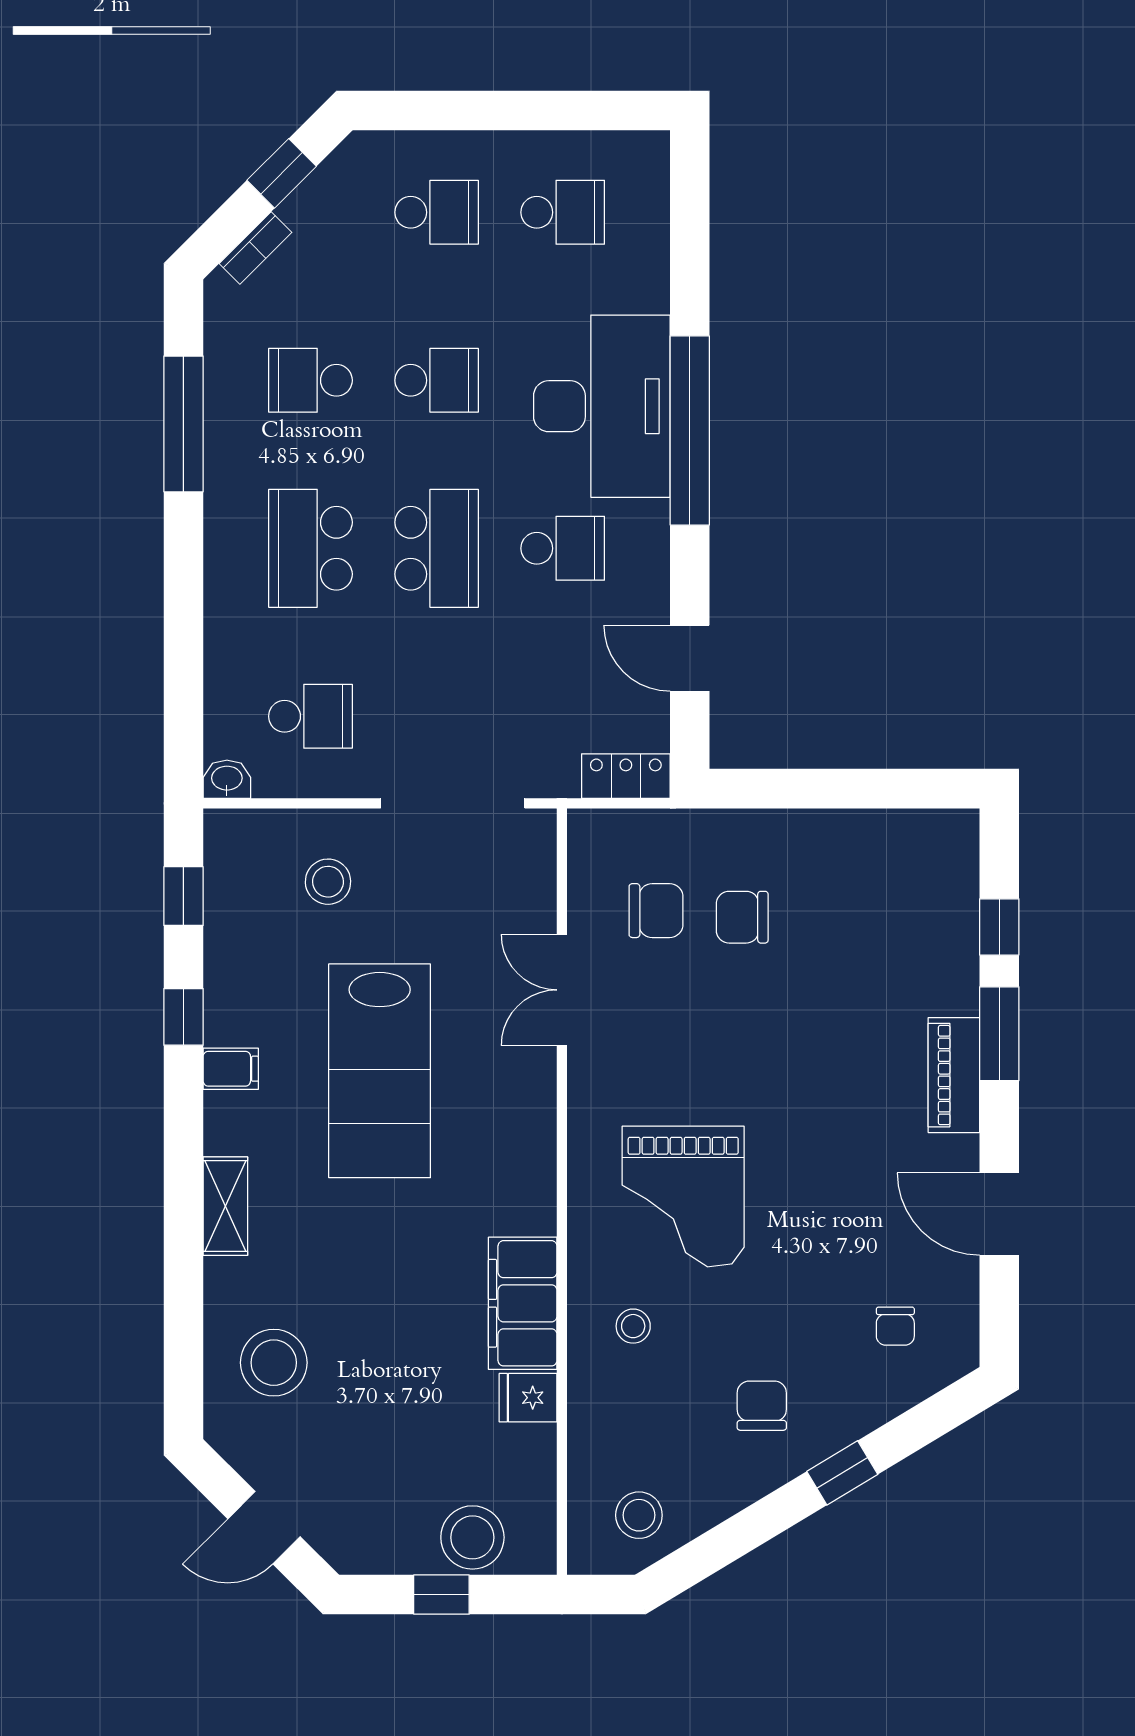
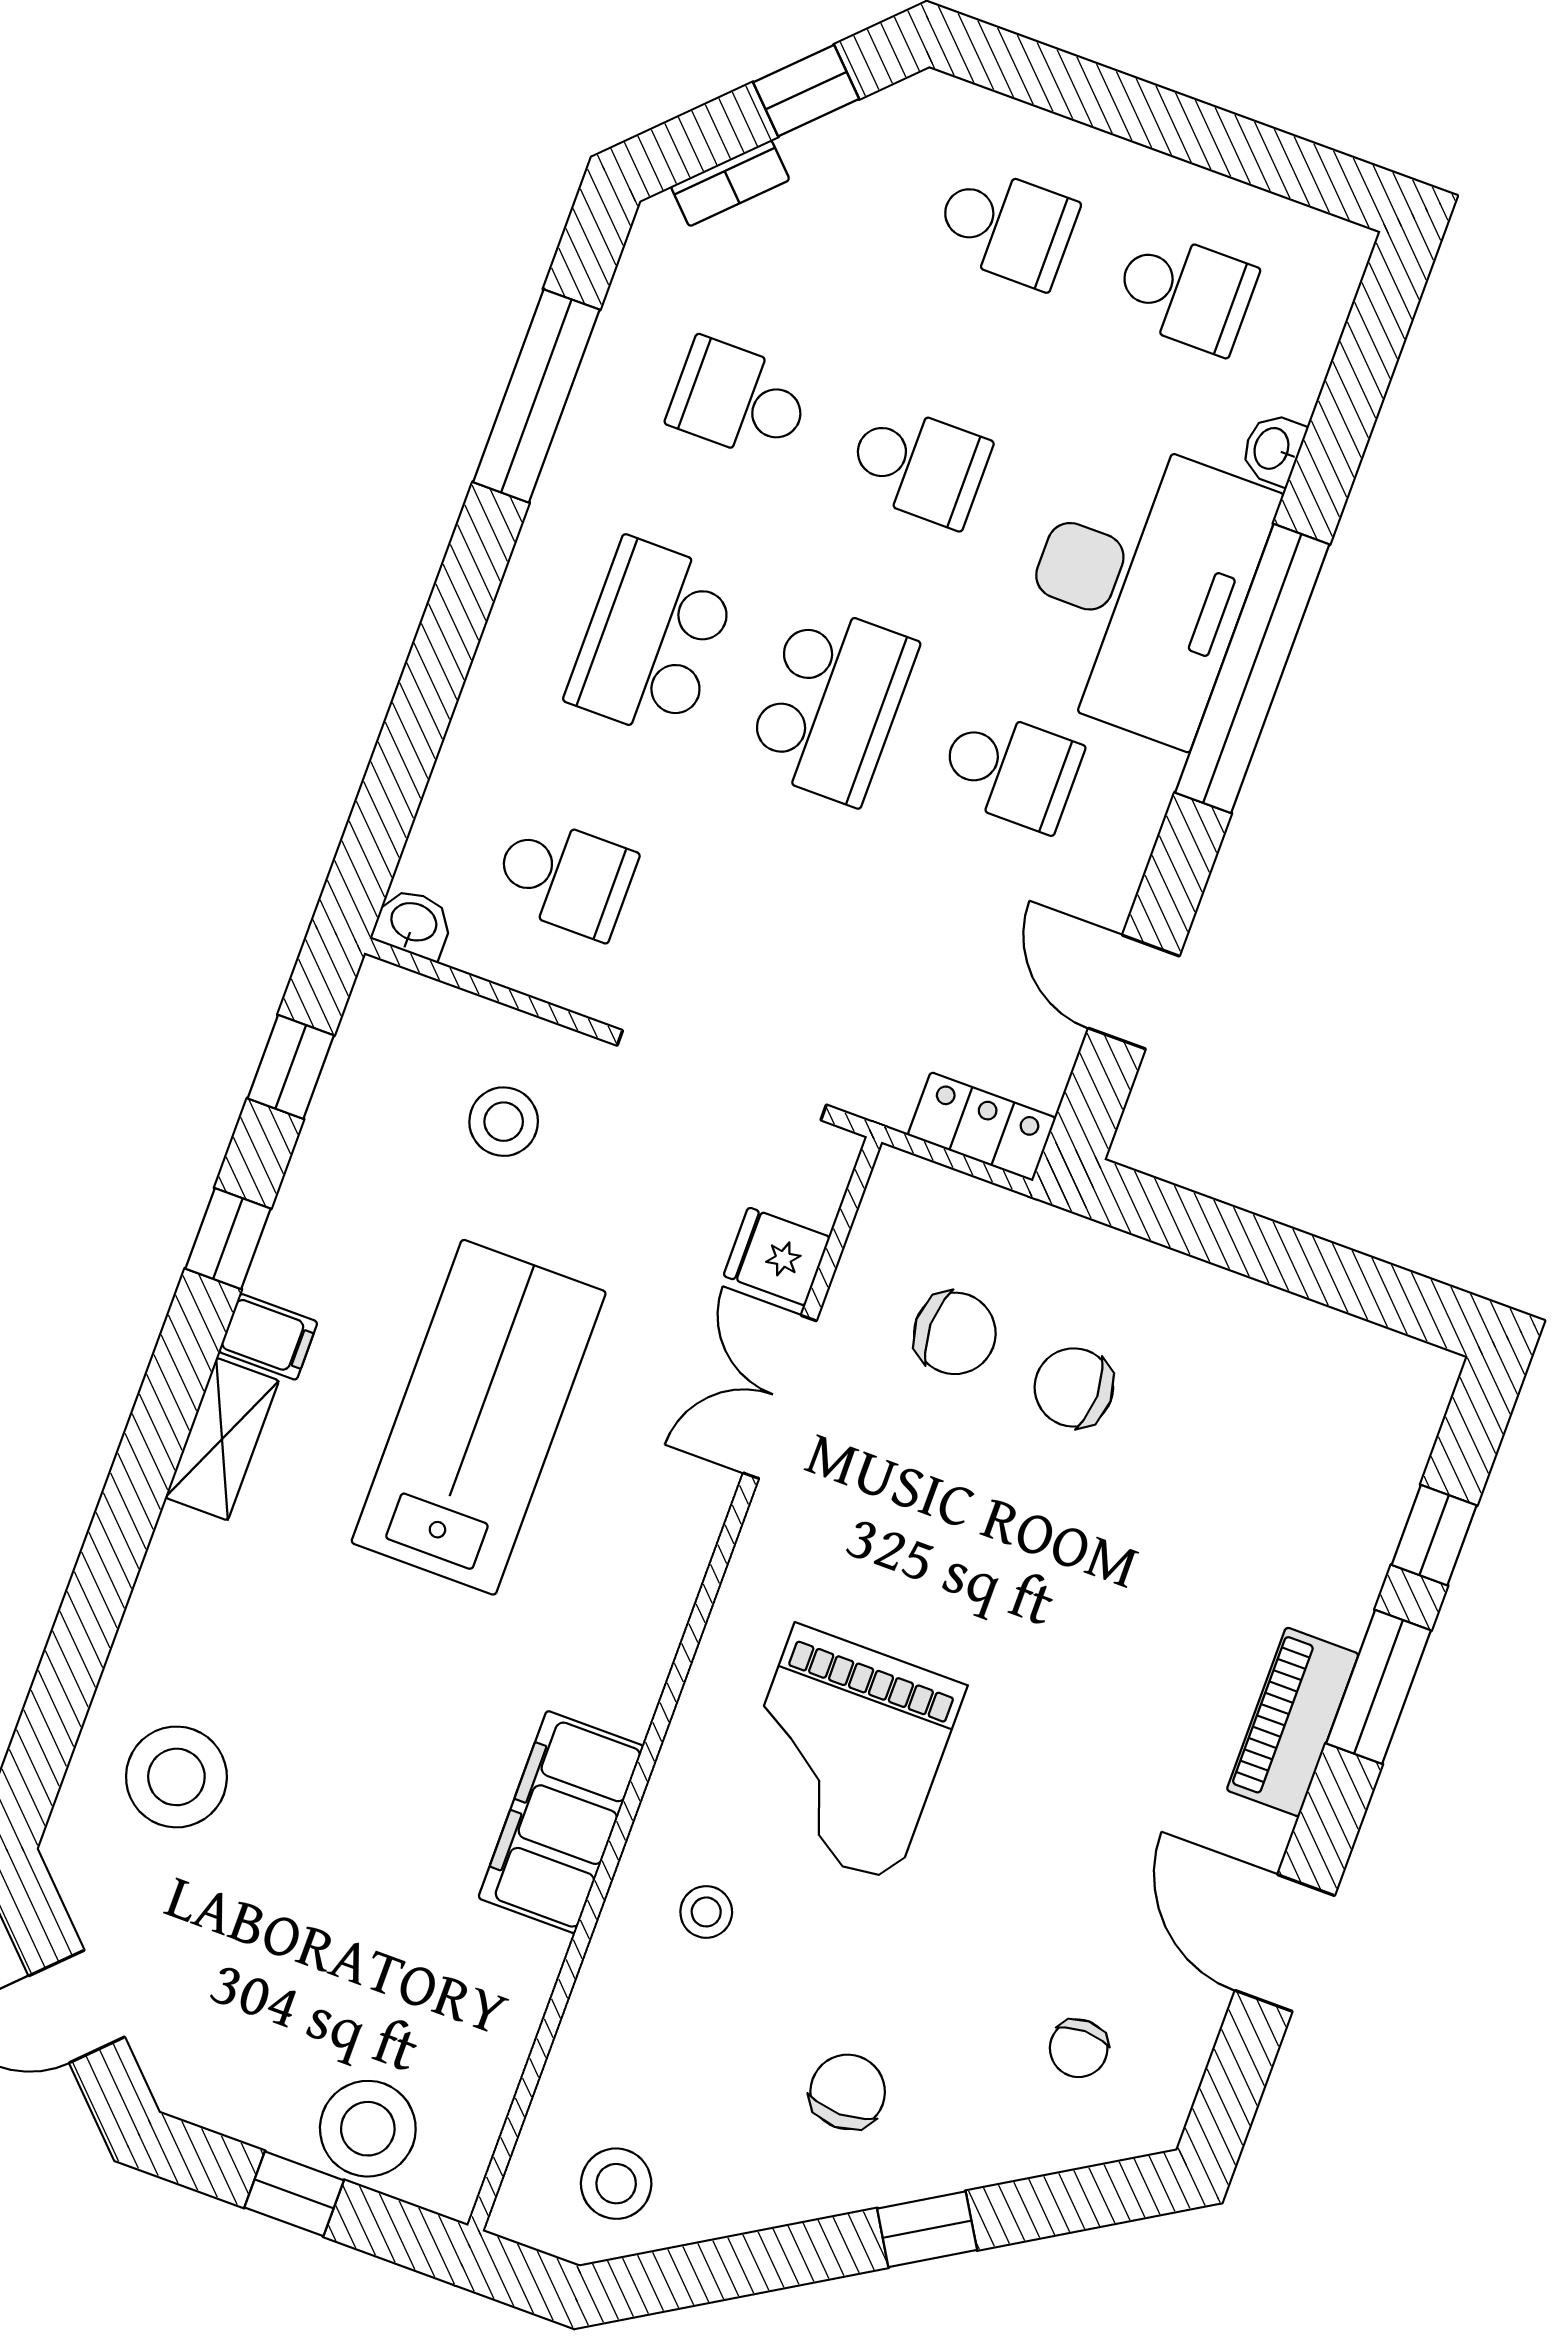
washbasin: (653, 290) -> (1273, 449), added
lab bench: (380, 1071) -> (479, 1417), turned 180
shelving: (225, 1206) -> (222, 1439), moved
fridge: (528, 1398) -> (777, 1256), moved

